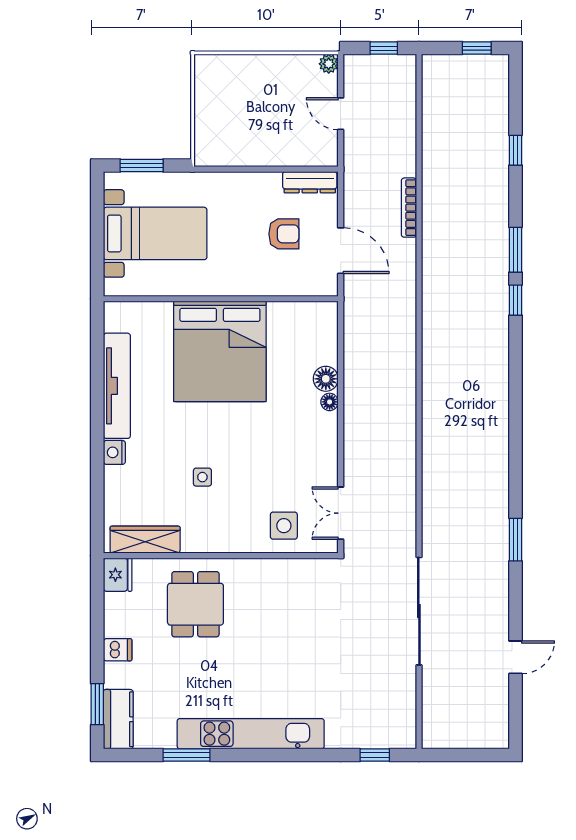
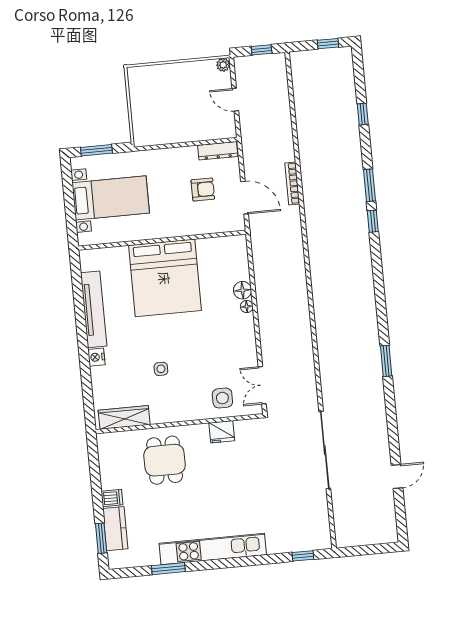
bookcase: (409, 208) -> (292, 183), moved
window: (516, 540) -> (386, 361), moved
fridge: (118, 575) -> (222, 432), moved, turned 90
kitchen counter: (118, 719) -> (115, 529), moved

